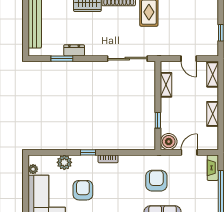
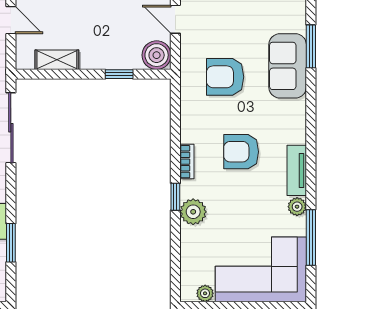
door: (189, 59) -> (11, 20), hinge flipped
plant: (64, 162) -> (193, 212), moved
armchair: (83, 190) -> (241, 152), moved

